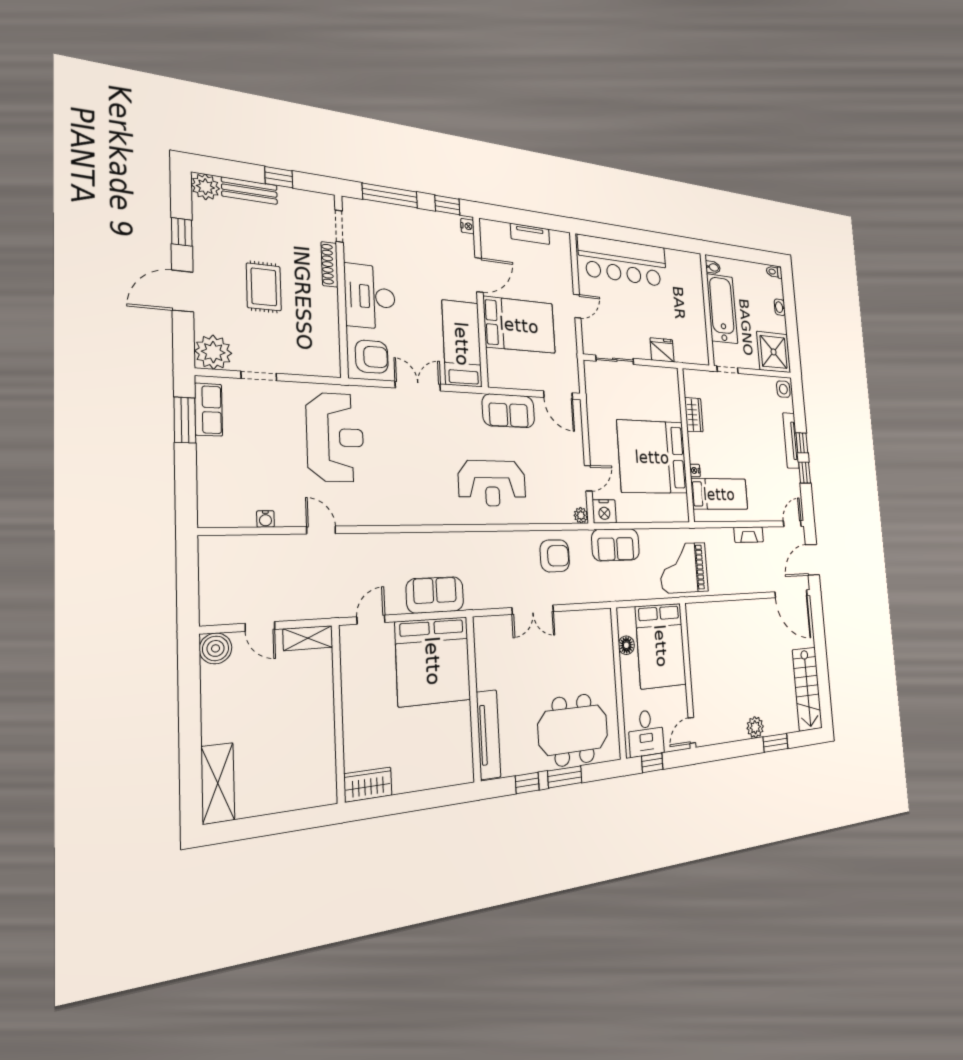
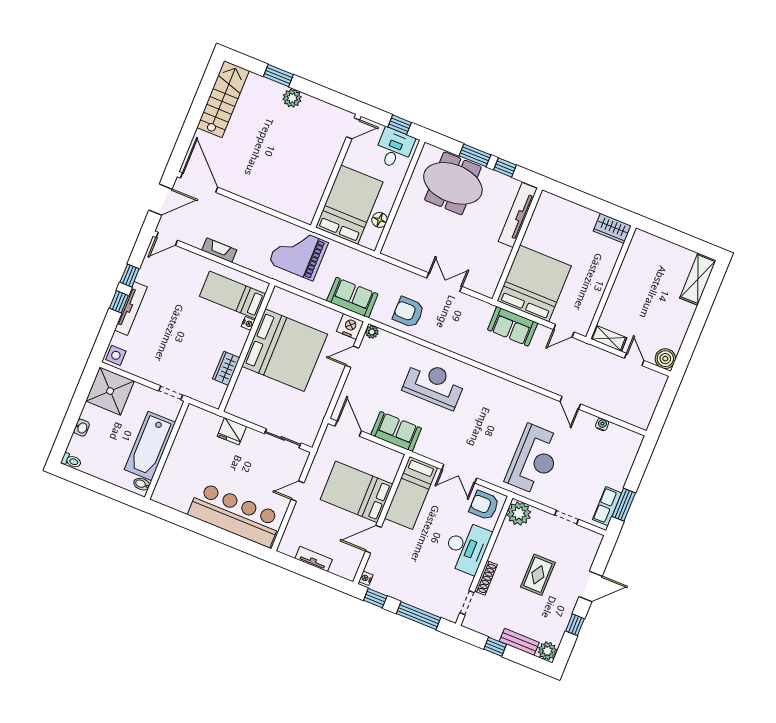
plant: (213, 352) -> (519, 514), moved
reception desk: (335, 437) -> (534, 460), turned 180
grand piano: (683, 568) -> (298, 253), turned 180

